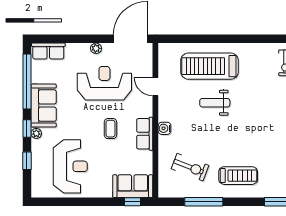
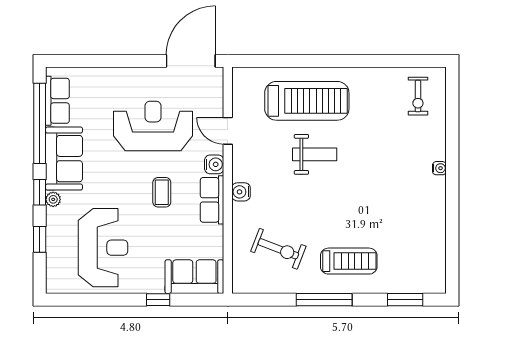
plant: (96, 48) -> (141, 75), removed
row of seats: (48, 51) -> (57, 101), moved, turned -90
treadmill: (209, 66) -> (307, 101), turned 180
weight bench: (215, 103) -> (315, 154), turned 180
water cooler: (146, 109) -> (214, 164), added
window: (132, 202) -> (158, 300), moved
window: (204, 202) -> (324, 300), moved

